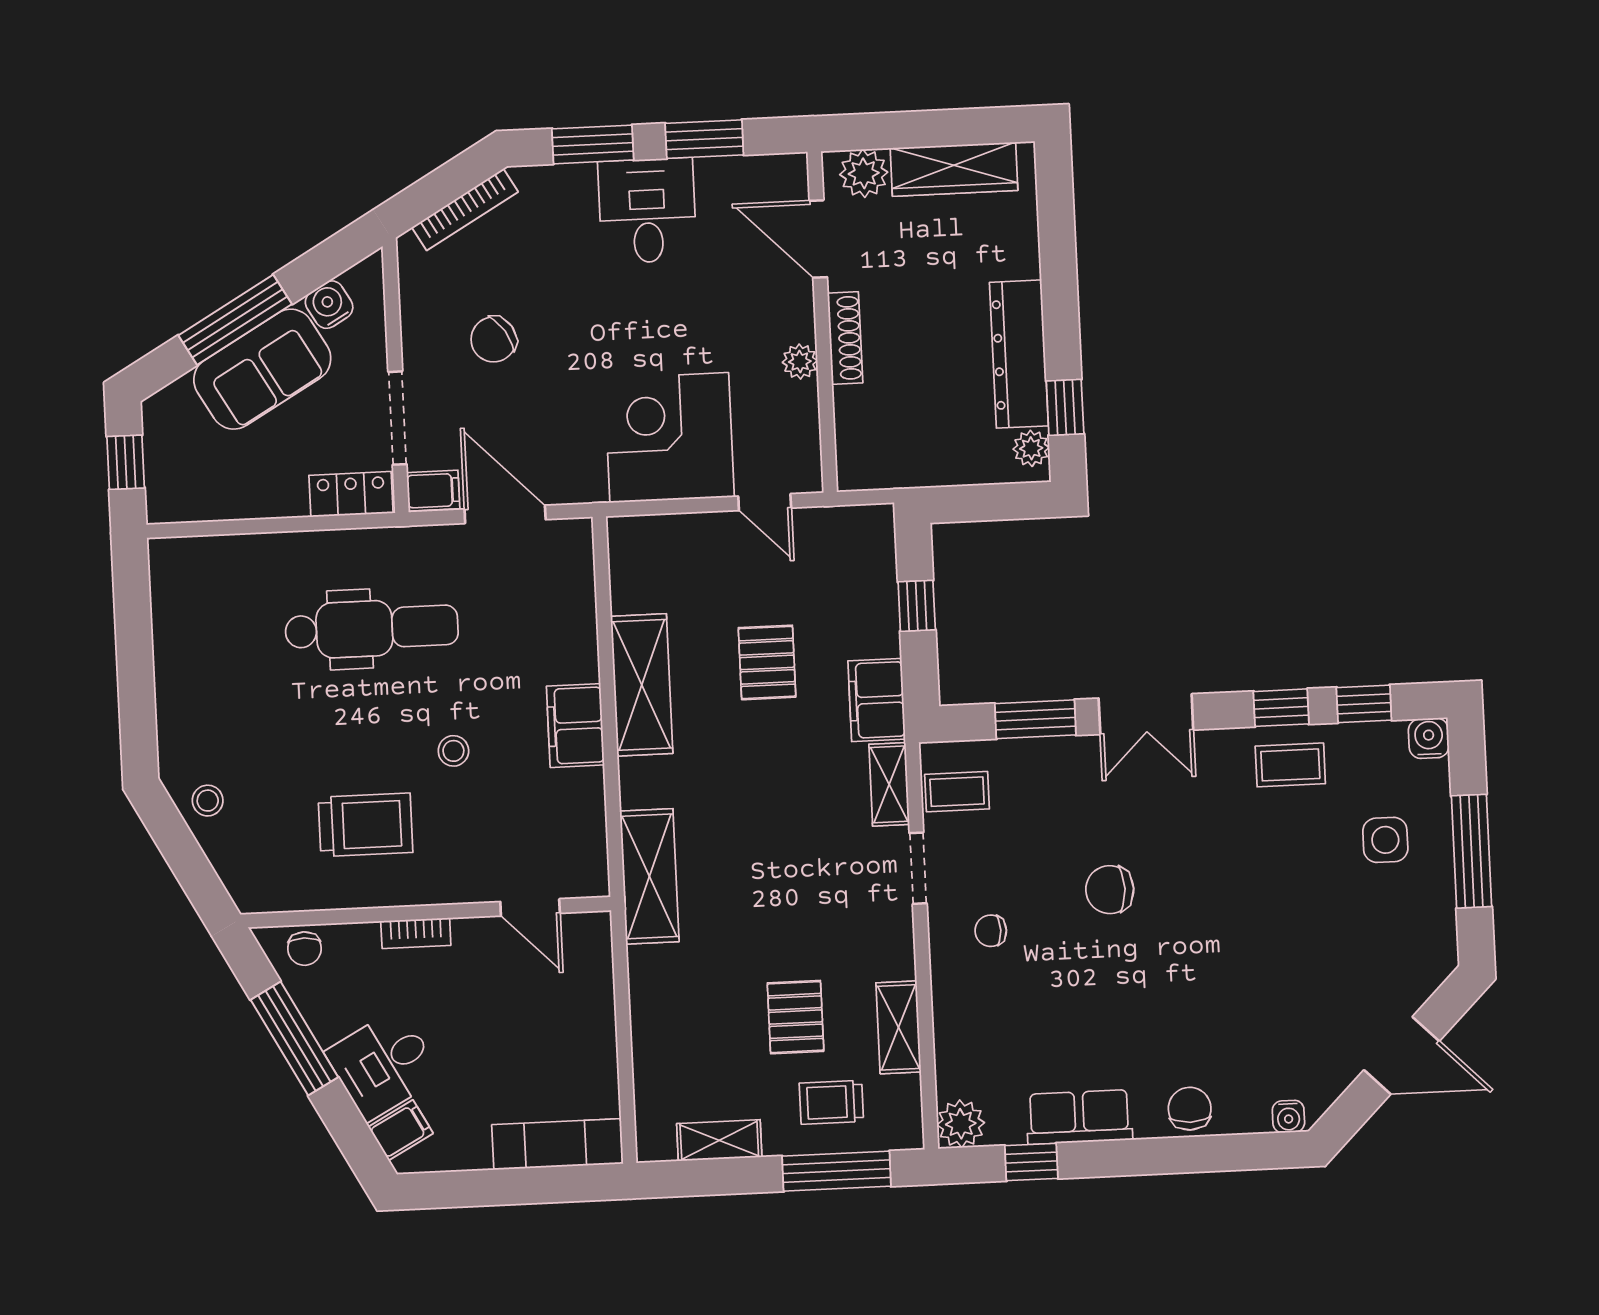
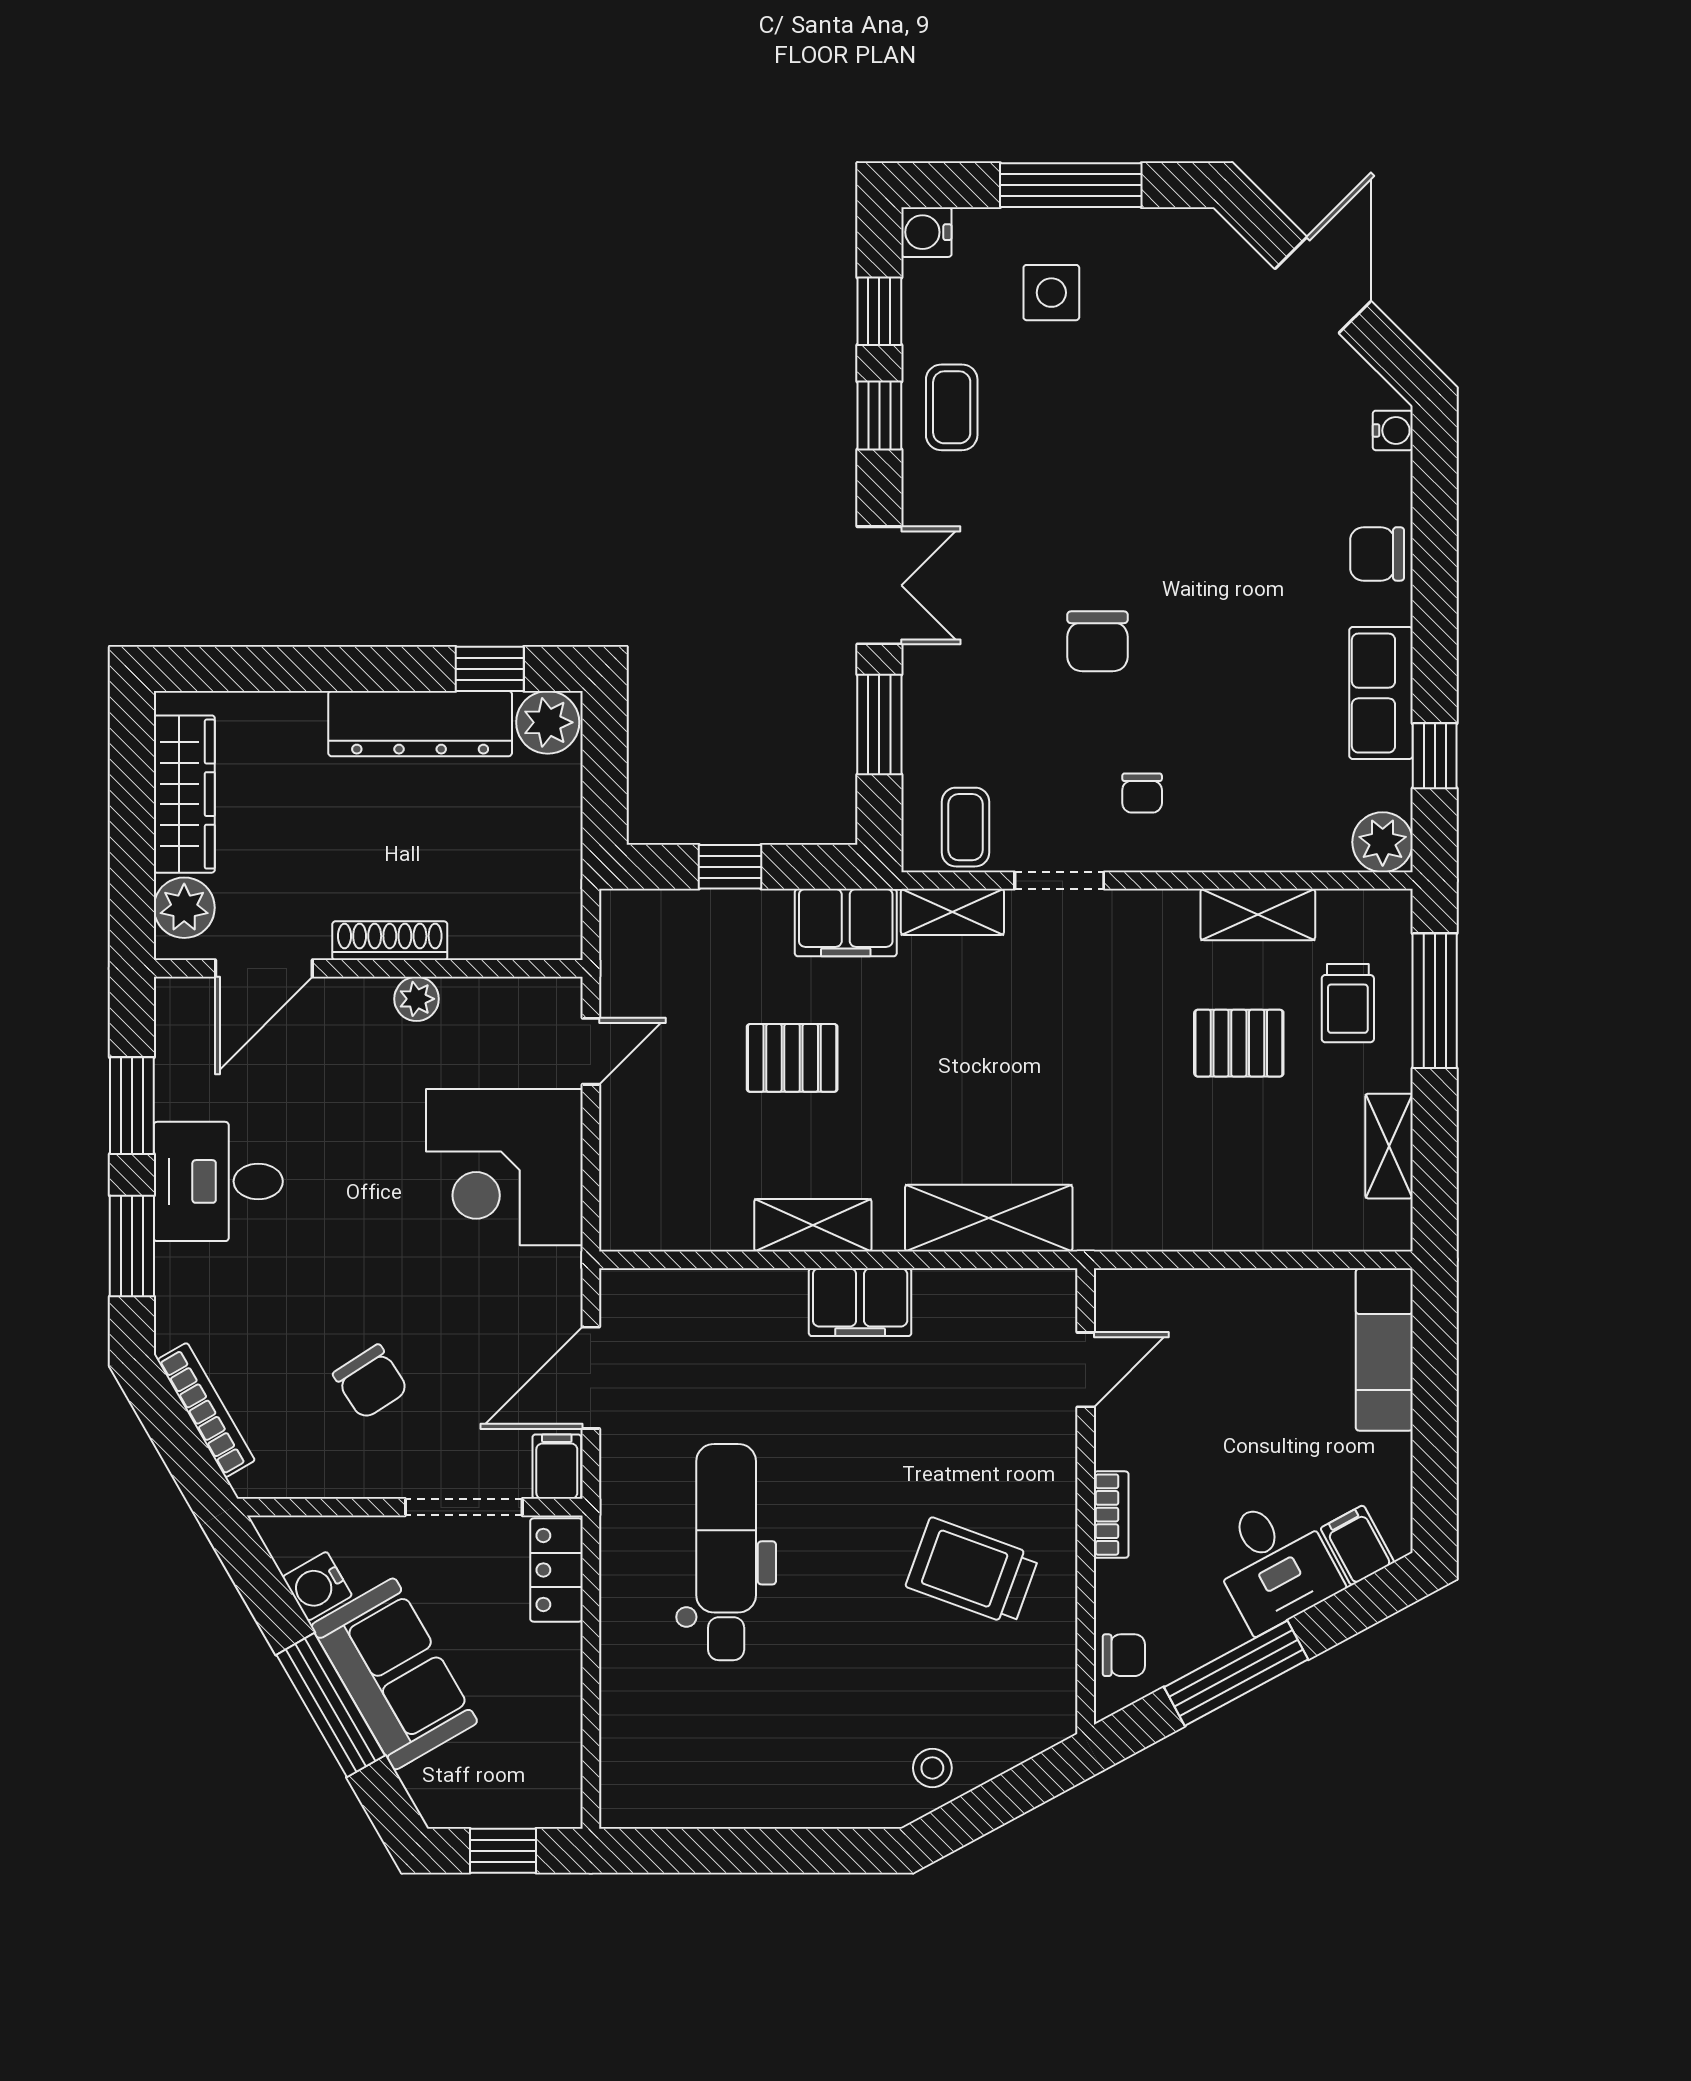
plant: (1031, 448) -> (548, 722), width x1.38, depth x1.38
shelving: (642, 685) -> (813, 1225), width x0.67, depth x0.75
stool: (453, 751) -> (885, 1457), removed
trolley: (366, 825) -> (972, 1571), turned -70
shelving: (649, 876) -> (989, 1218), moved

